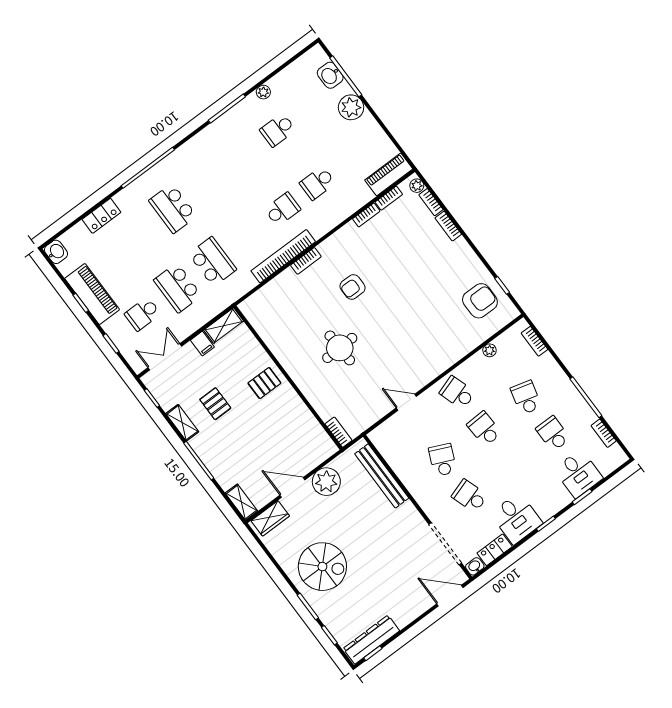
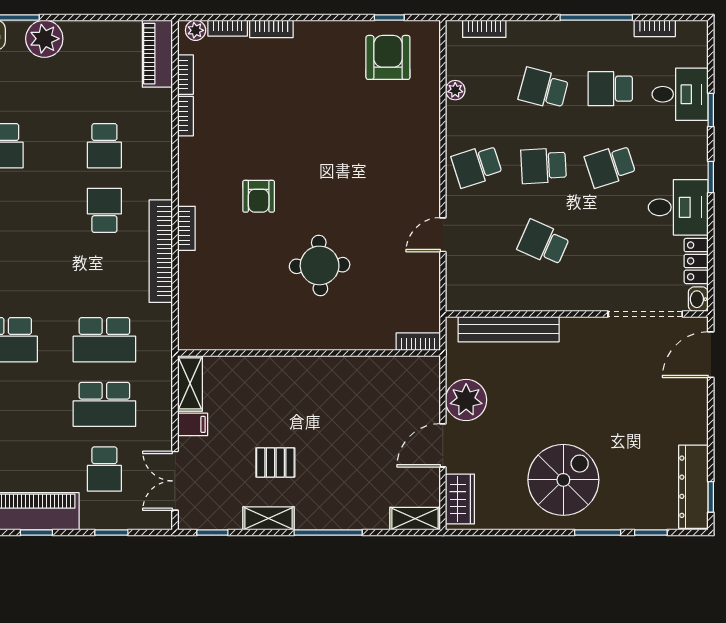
school desk: (213, 262) -> (104, 340), turned 180
pallet: (264, 383) -> (294, 386), removed
school desk: (470, 496) -> (610, 166), moved

